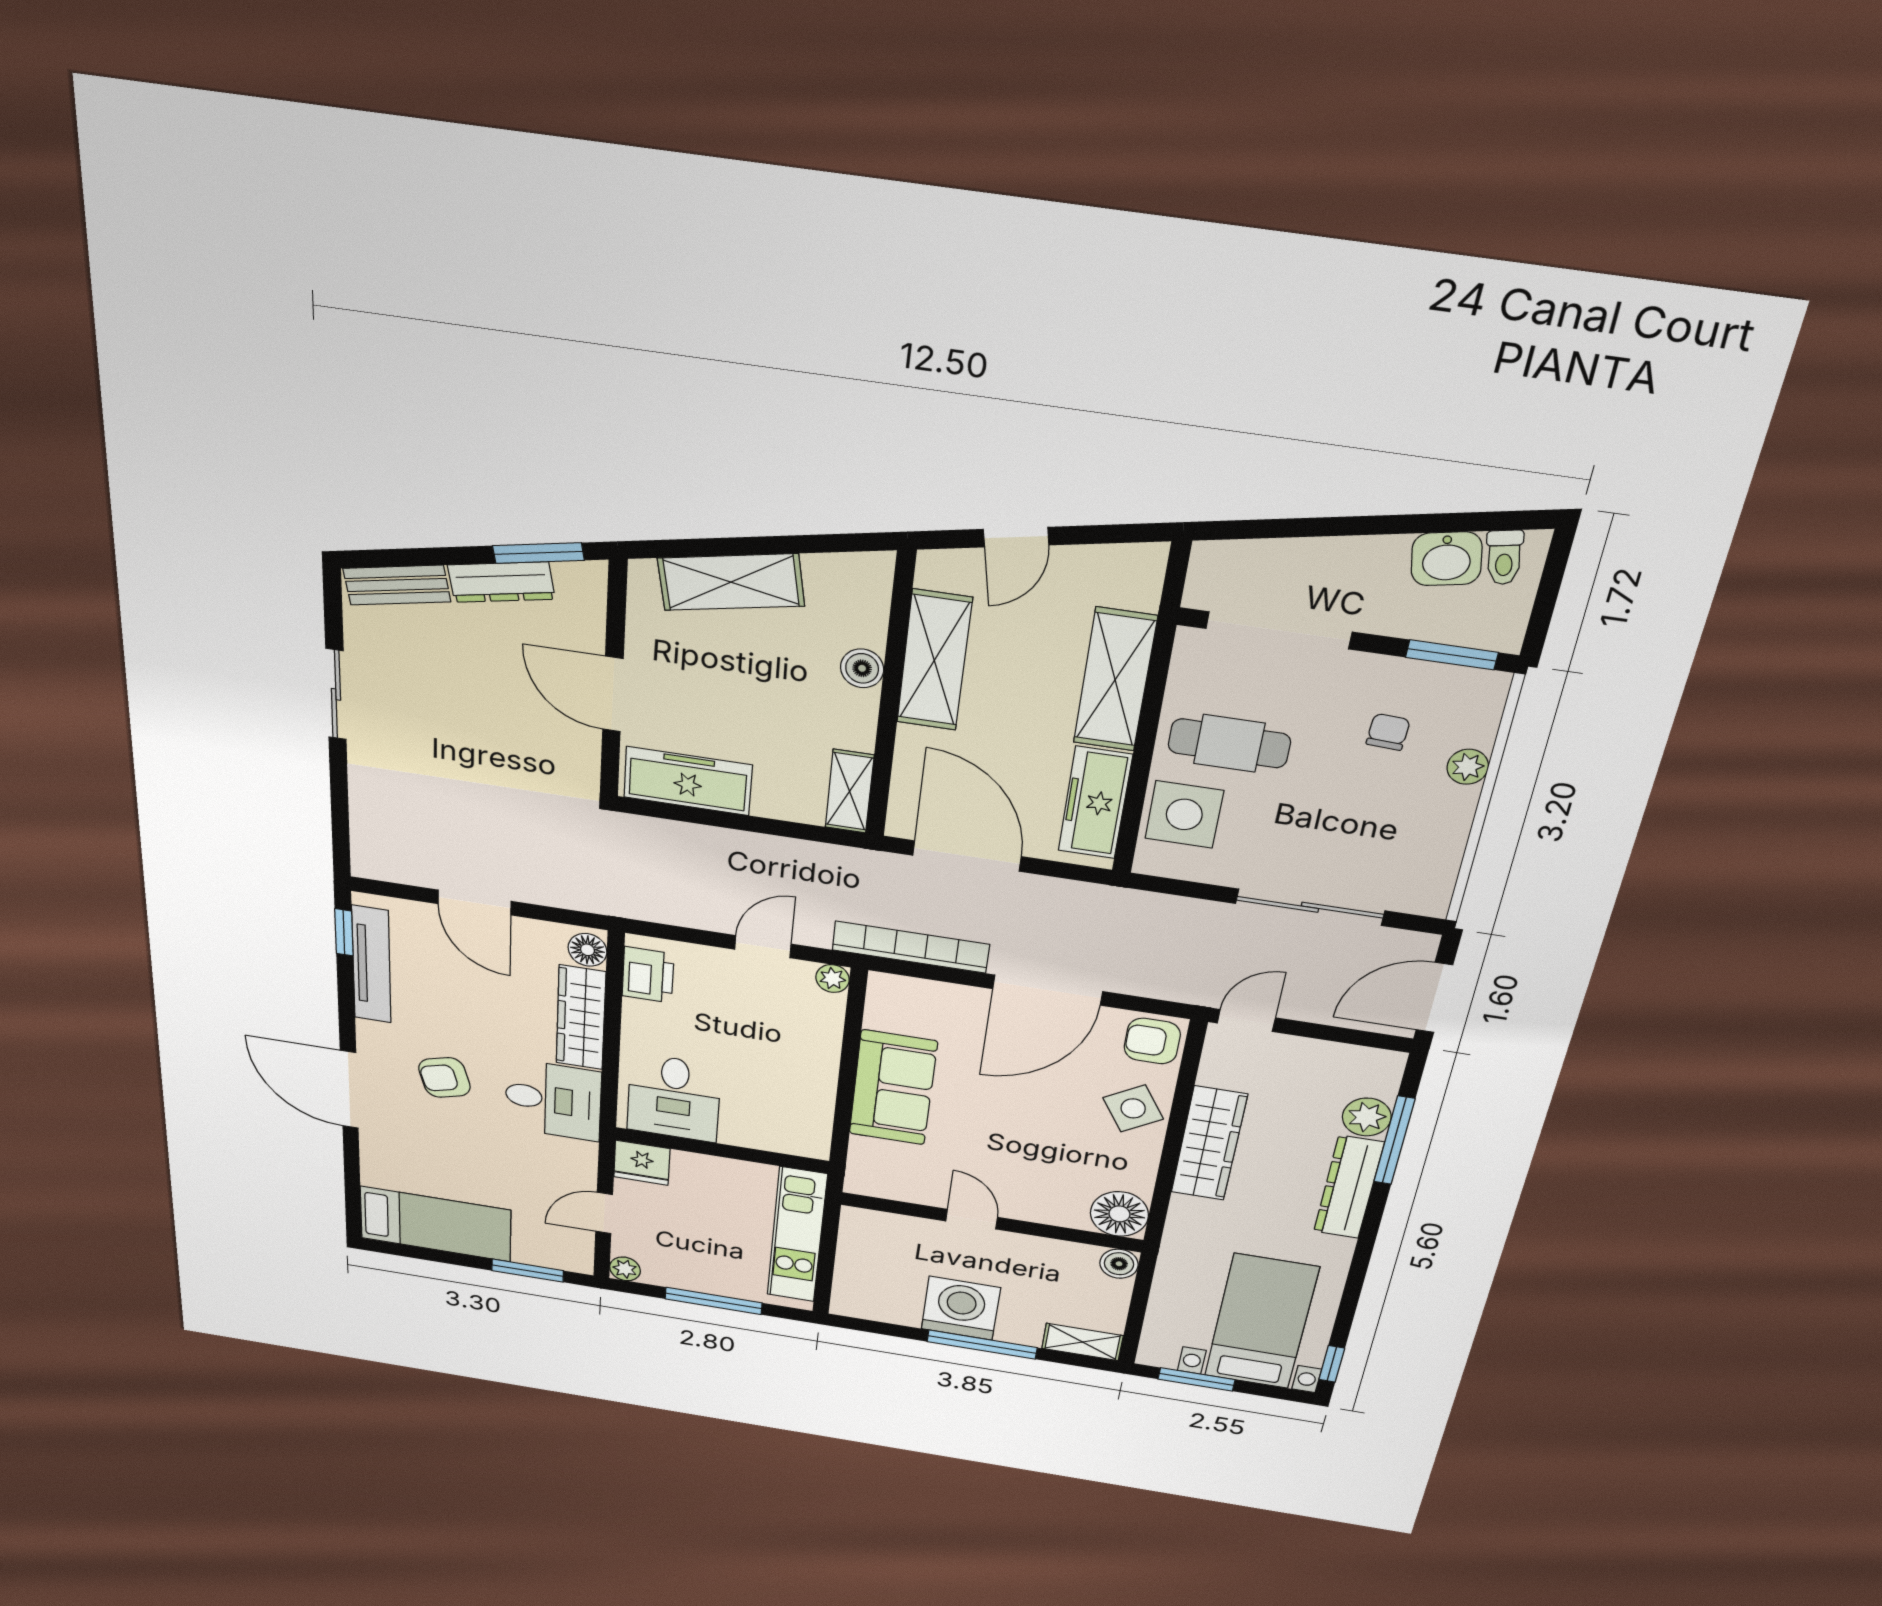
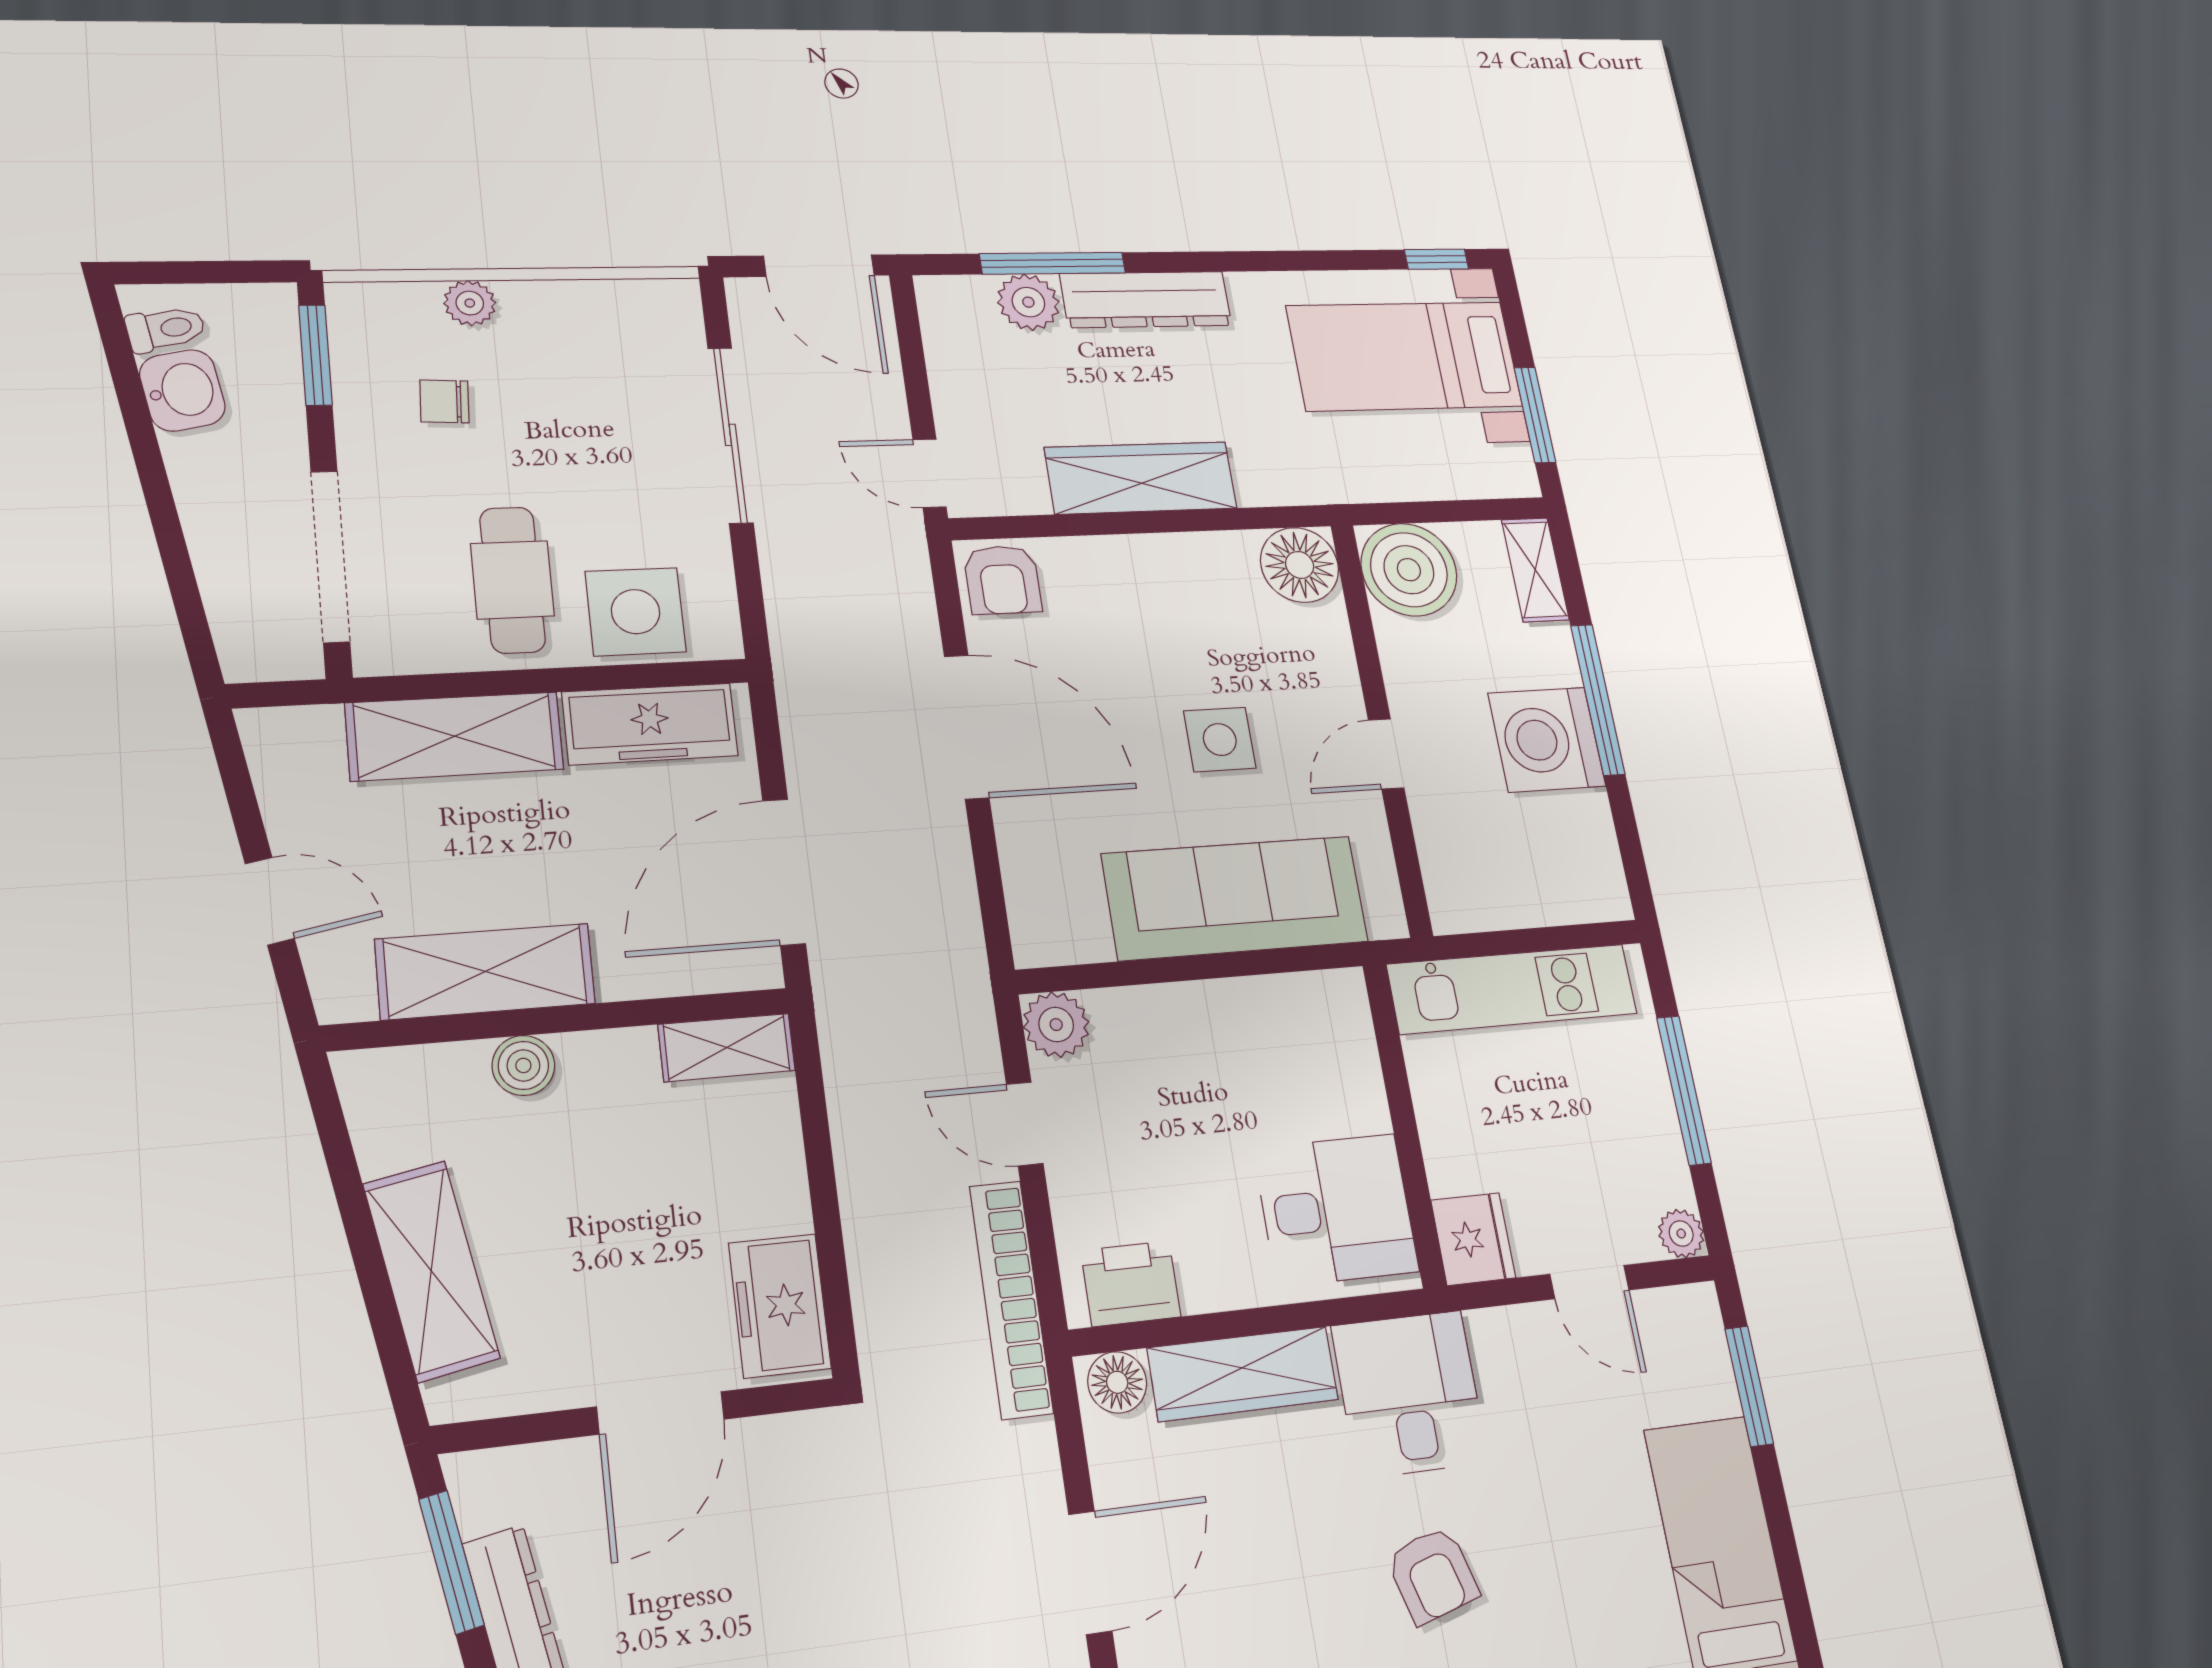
freezer: (688, 781) -> (780, 1305), width x0.71
bookcase: (911, 947) -> (1011, 1299), moved
plant: (833, 979) -> (1056, 1025), width x1.38, depth x1.38
sofa: (893, 1088) -> (1235, 898), width x1.36
side table: (1133, 1108) -> (1220, 740), moved, turned 32
boiler: (1119, 1264) -> (1409, 570), width x1.86, depth x1.86

